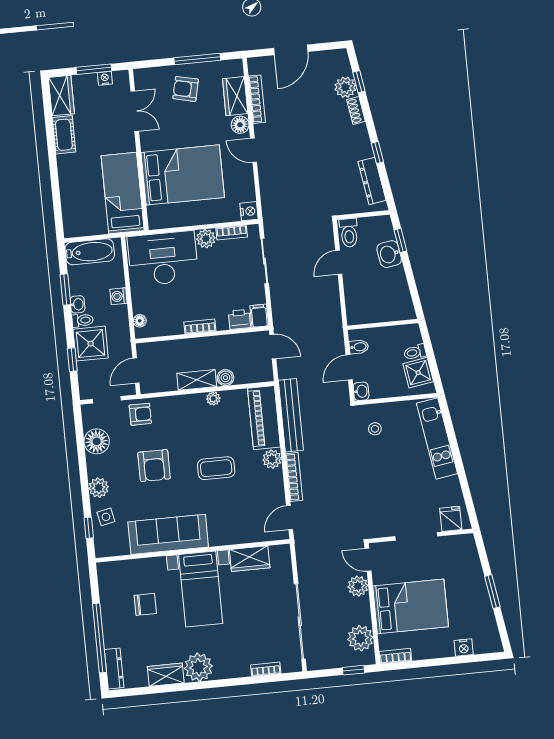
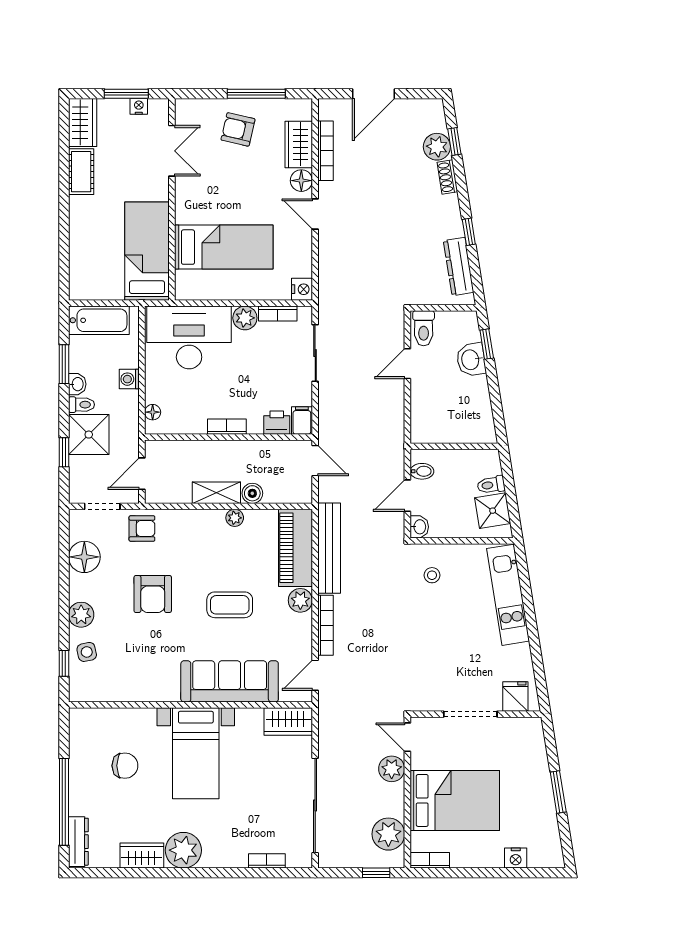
bed: (183, 175) -> (224, 247), width x0.67
sofa: (168, 534) -> (230, 681), moved
wardrobe: (250, 559) -> (288, 722), moved

